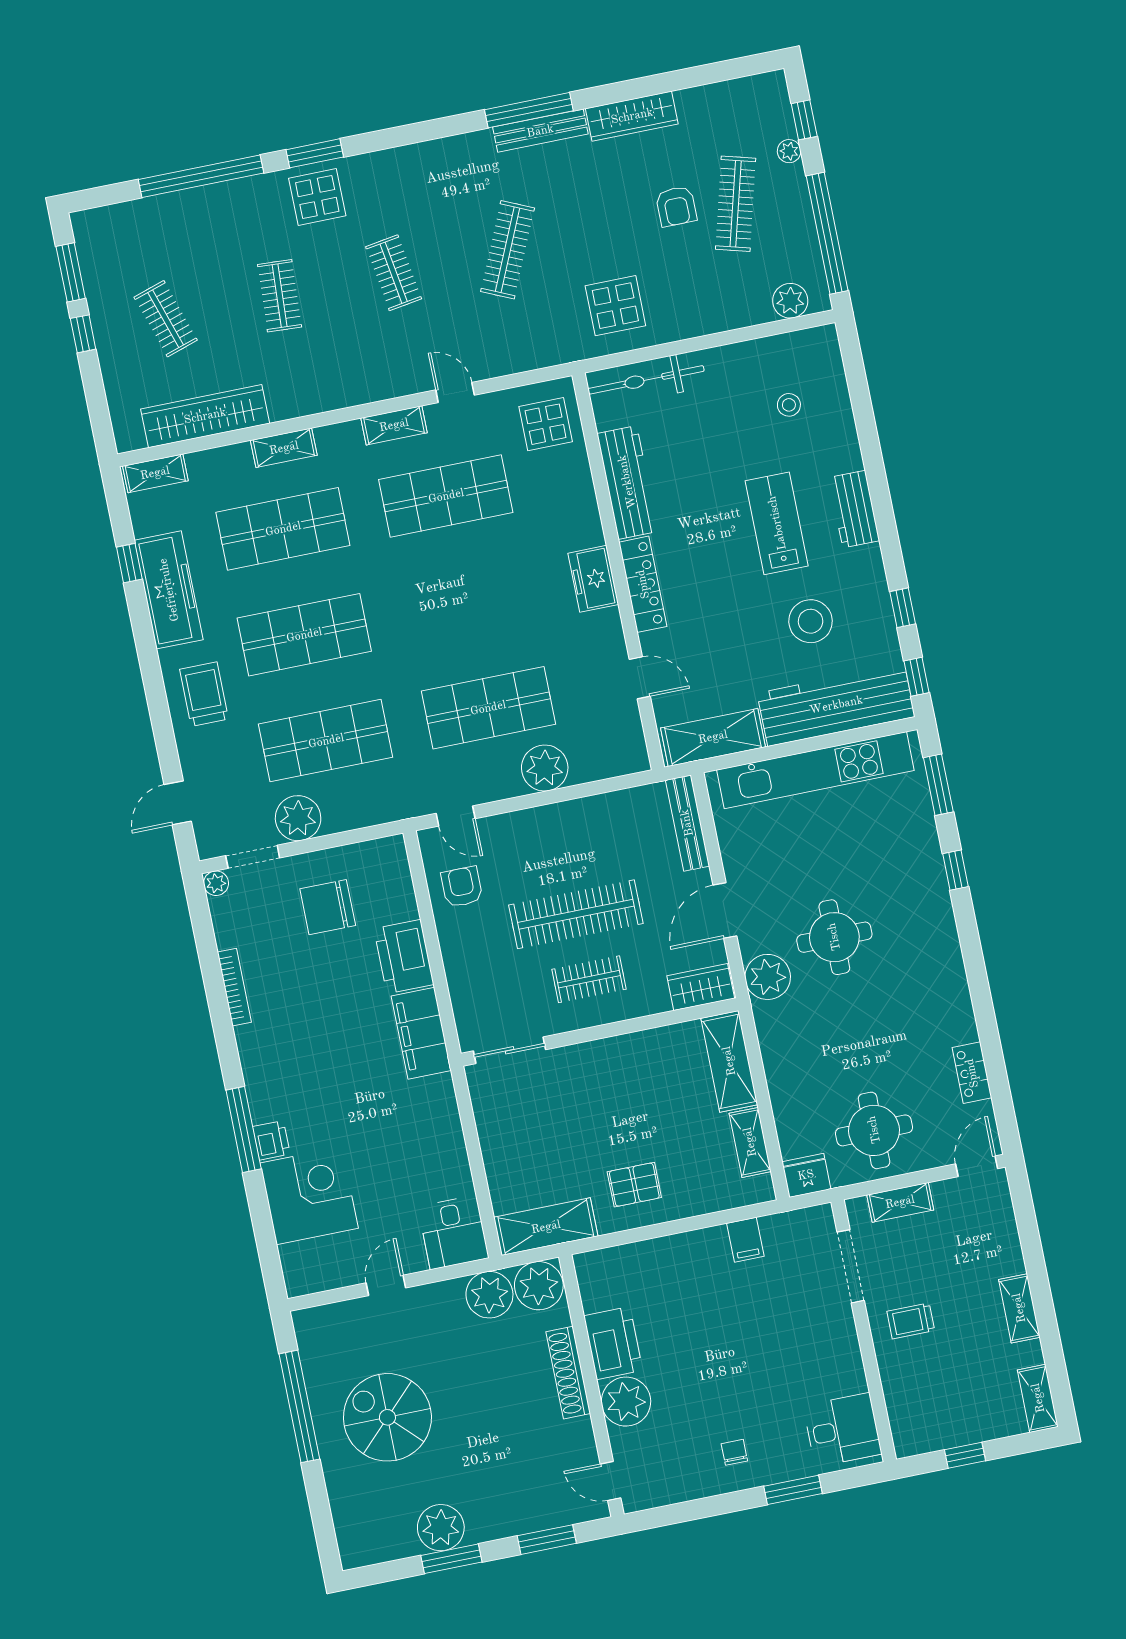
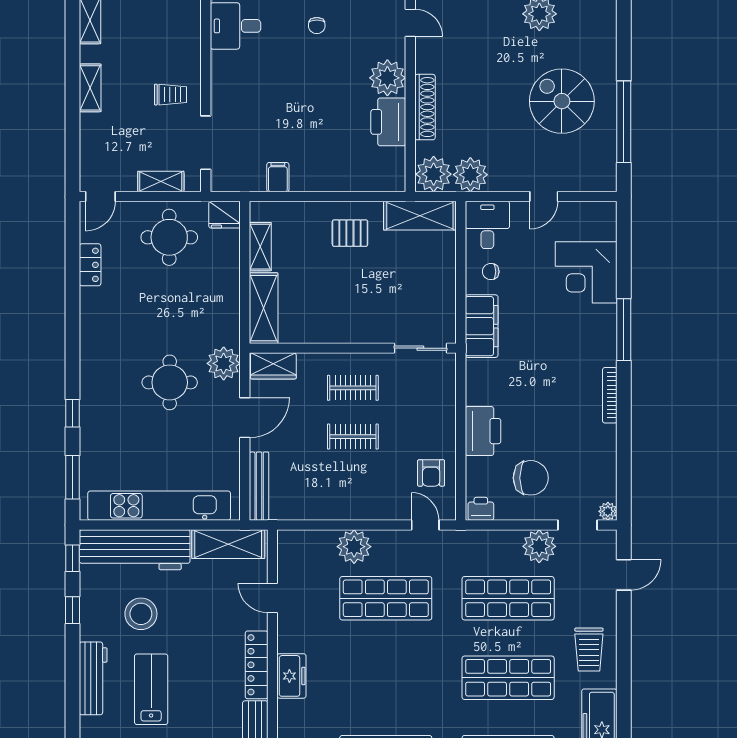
workbench: (854, 509) -> (93, 678), width x1.37
lab bench: (777, 523) -> (151, 689), turned 180
clothes rail: (576, 914) -> (353, 437), width x0.54, depth x0.76
bookcase: (234, 987) -> (610, 395), moved
filing cabinet: (421, 1033) -> (482, 326), moved
printer: (271, 1140) -> (481, 509), moved, turned 90
chair: (436, 1171) -> (491, 272), added
spiral stairs: (387, 1417) -> (562, 101), turned 180

